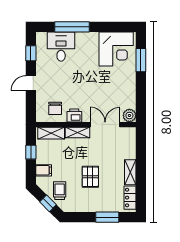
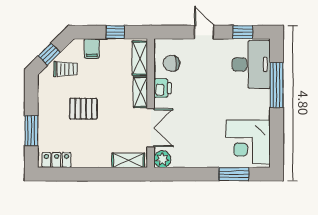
desk: (61, 47) -> (251, 64), width x1.37
shelving: (130, 172) -> (128, 160), moved

